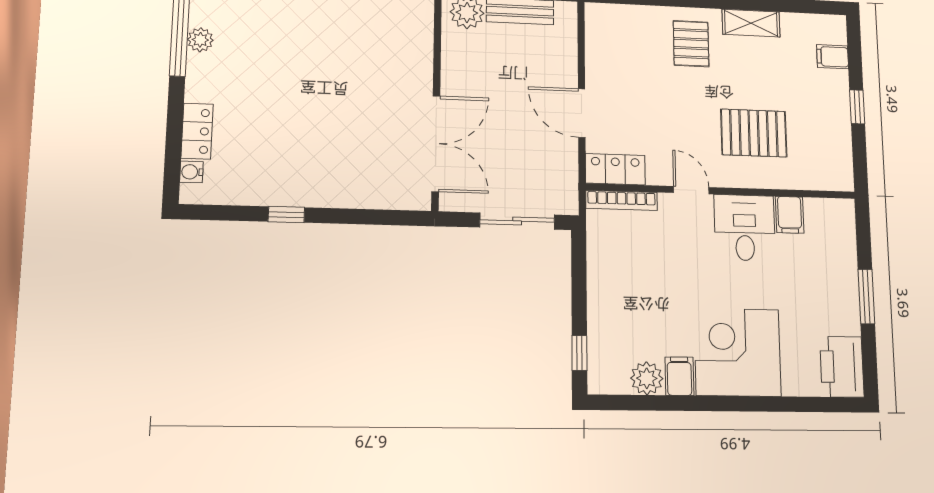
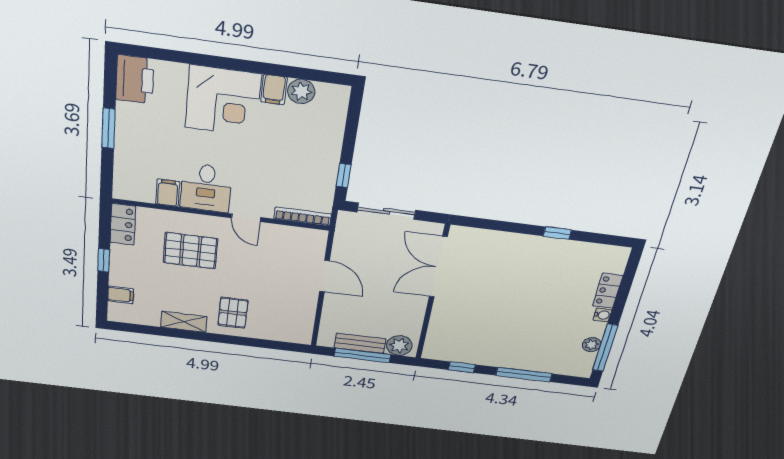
locker: (615, 169) -> (123, 224), moved, turned -90
water cooler: (191, 172) -> (602, 315), moved
window: (579, 353) -> (344, 175), moved

